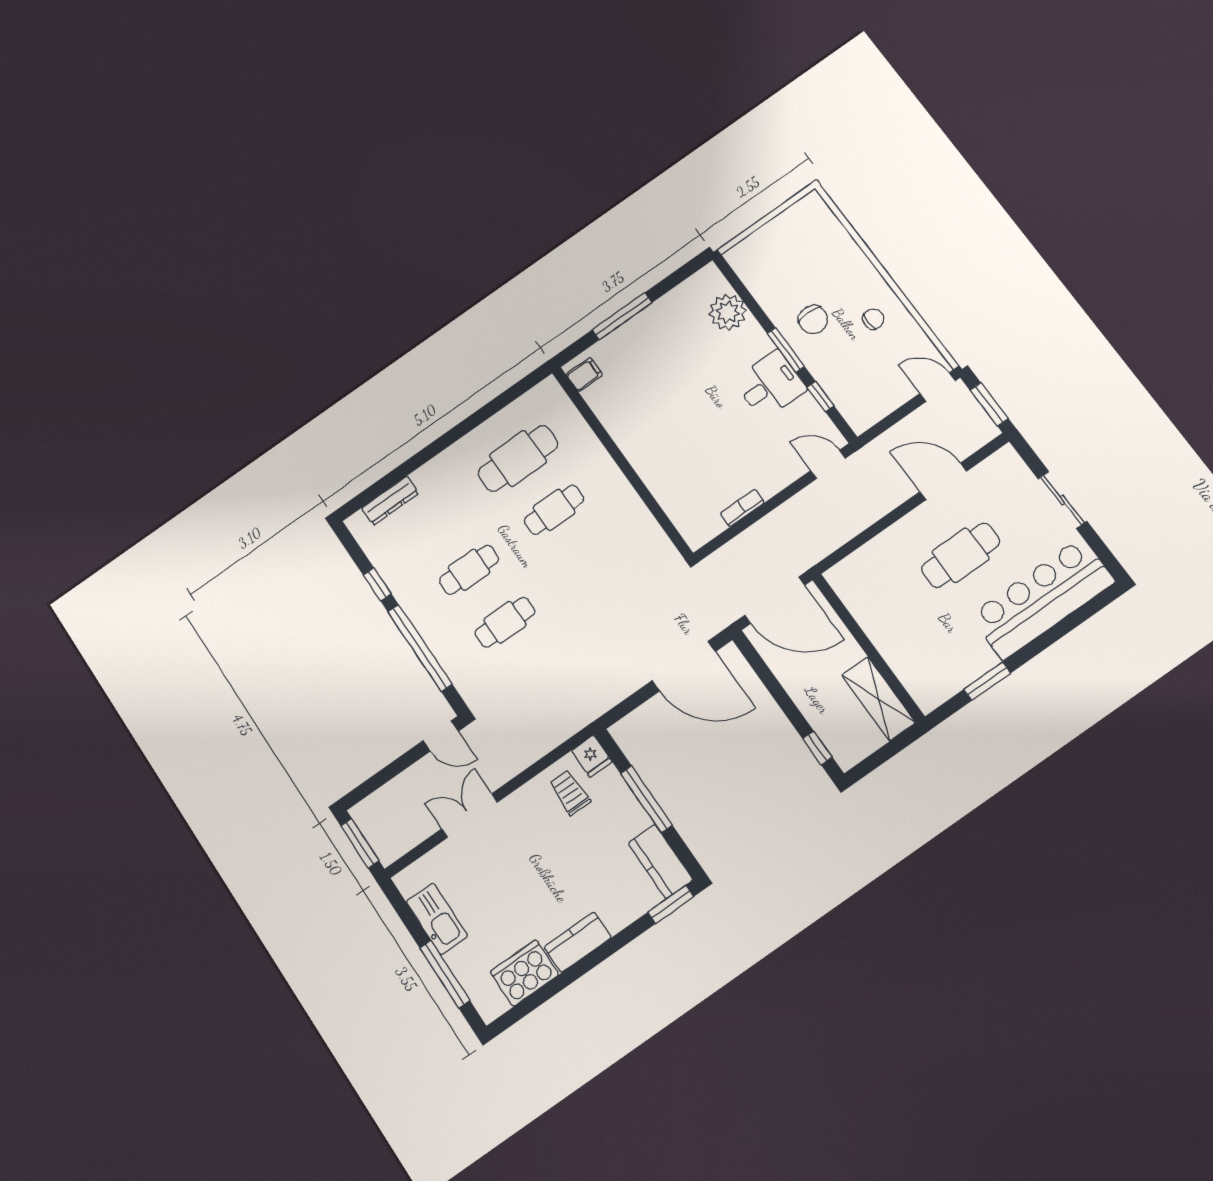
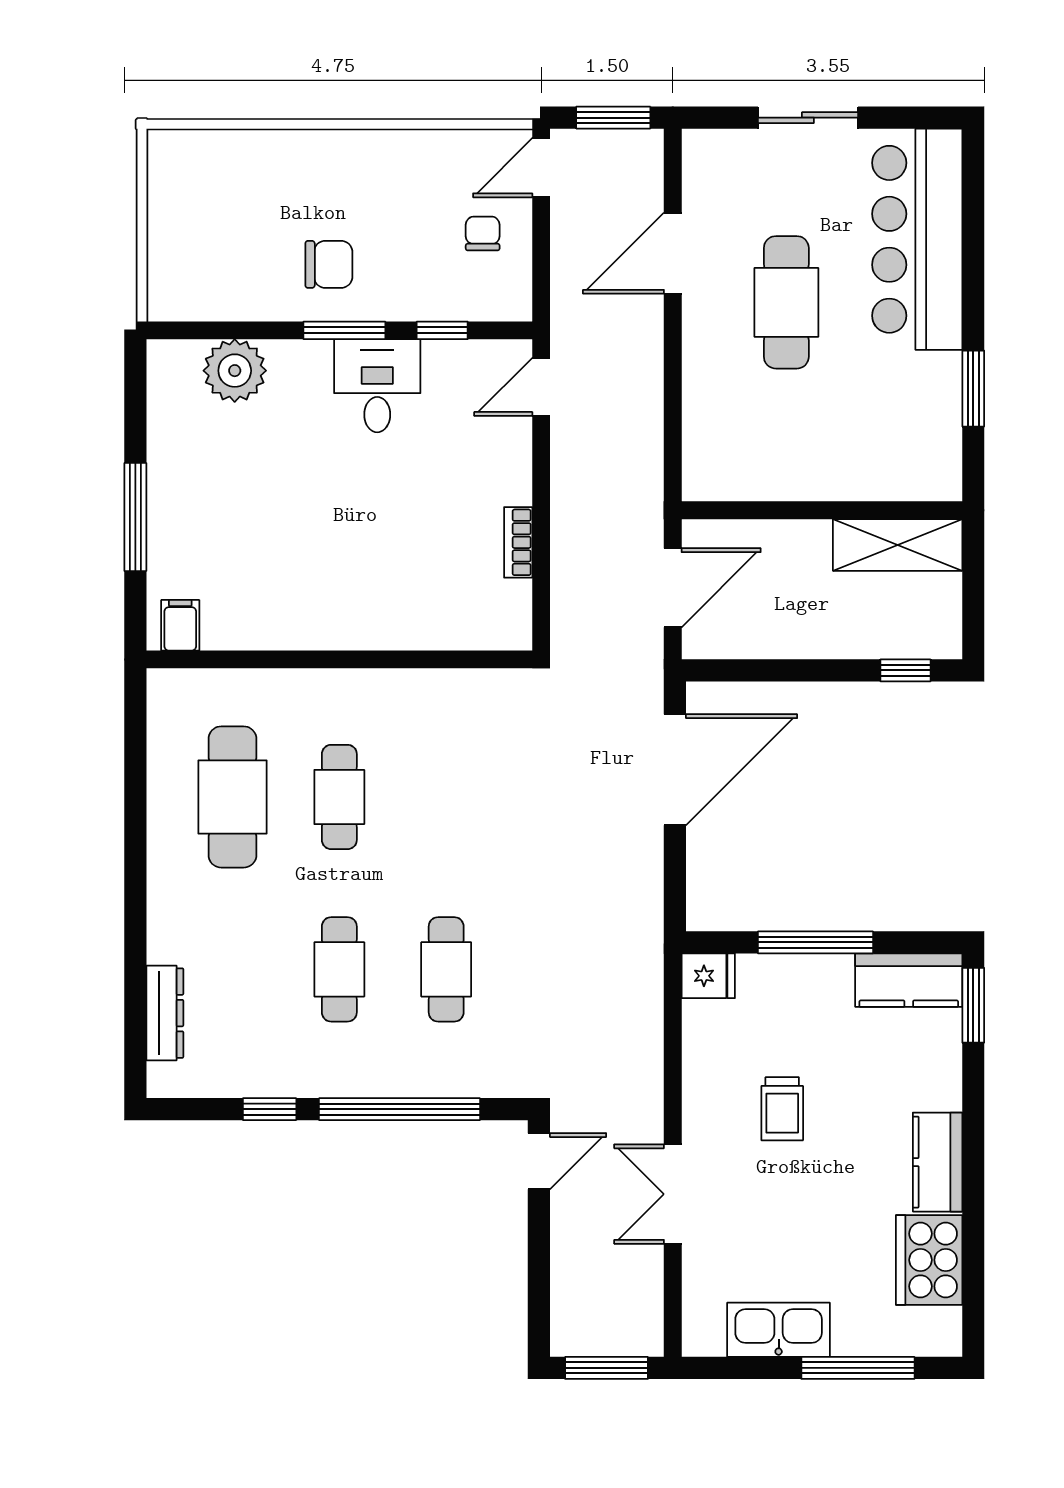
chair: (873, 319) -> (483, 233), moved
door: (775, 600) -> (673, 588), width x0.73
trolley: (570, 793) -> (782, 1109), moved, turned -90

